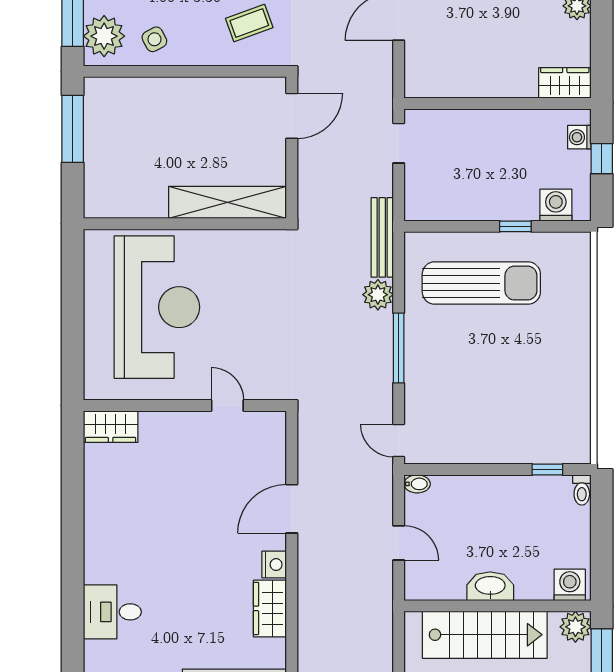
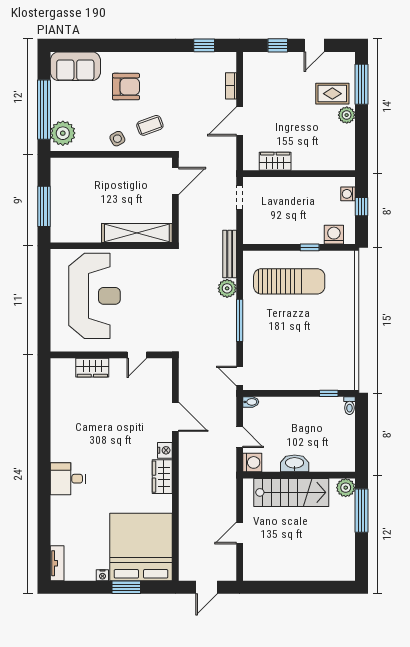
side table: (154, 39) -> (117, 139), moved
wardrobe: (565, 83) -> (275, 161), moved
window: (73, 129) -> (44, 206), moved
door: (227, 405) -> (137, 355), swing flipped
wardrobe: (111, 427) -> (92, 368), moved
door: (292, 509) -> (175, 417), swing flipped
washing machine: (570, 585) -> (252, 462), moved, turned 90

